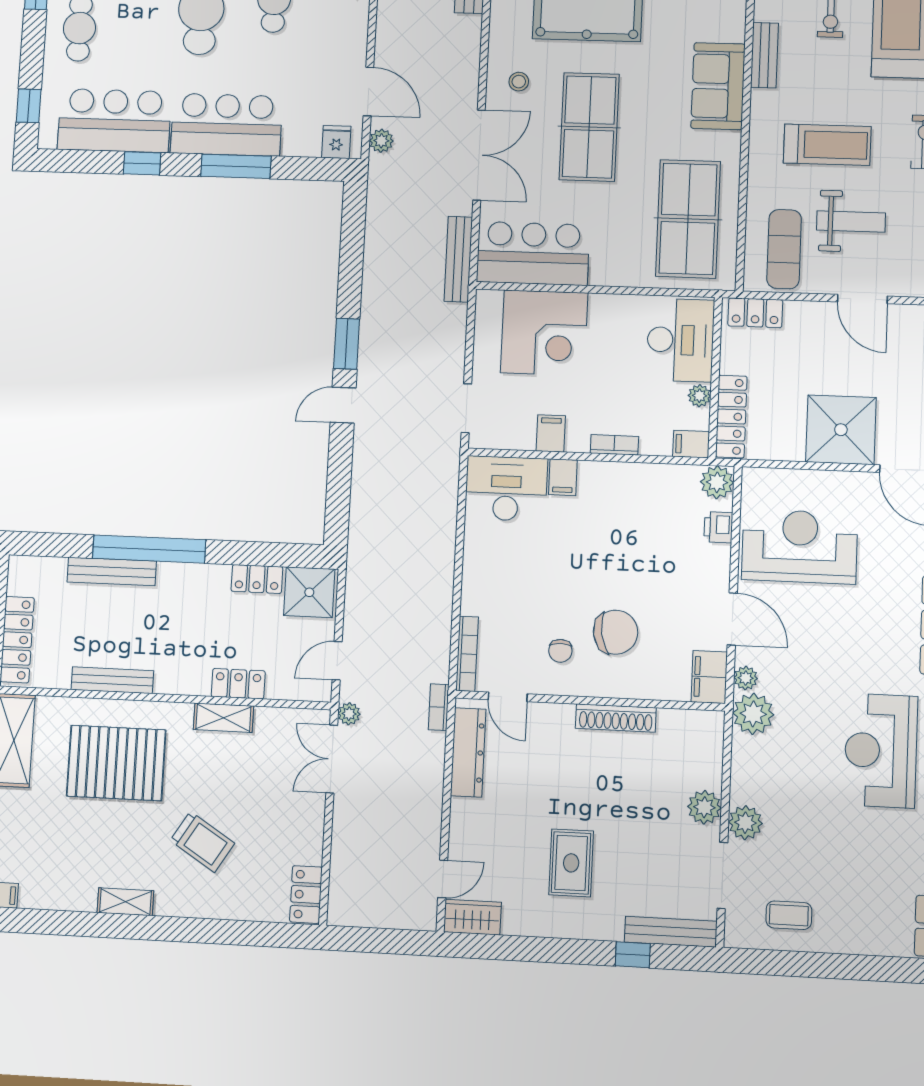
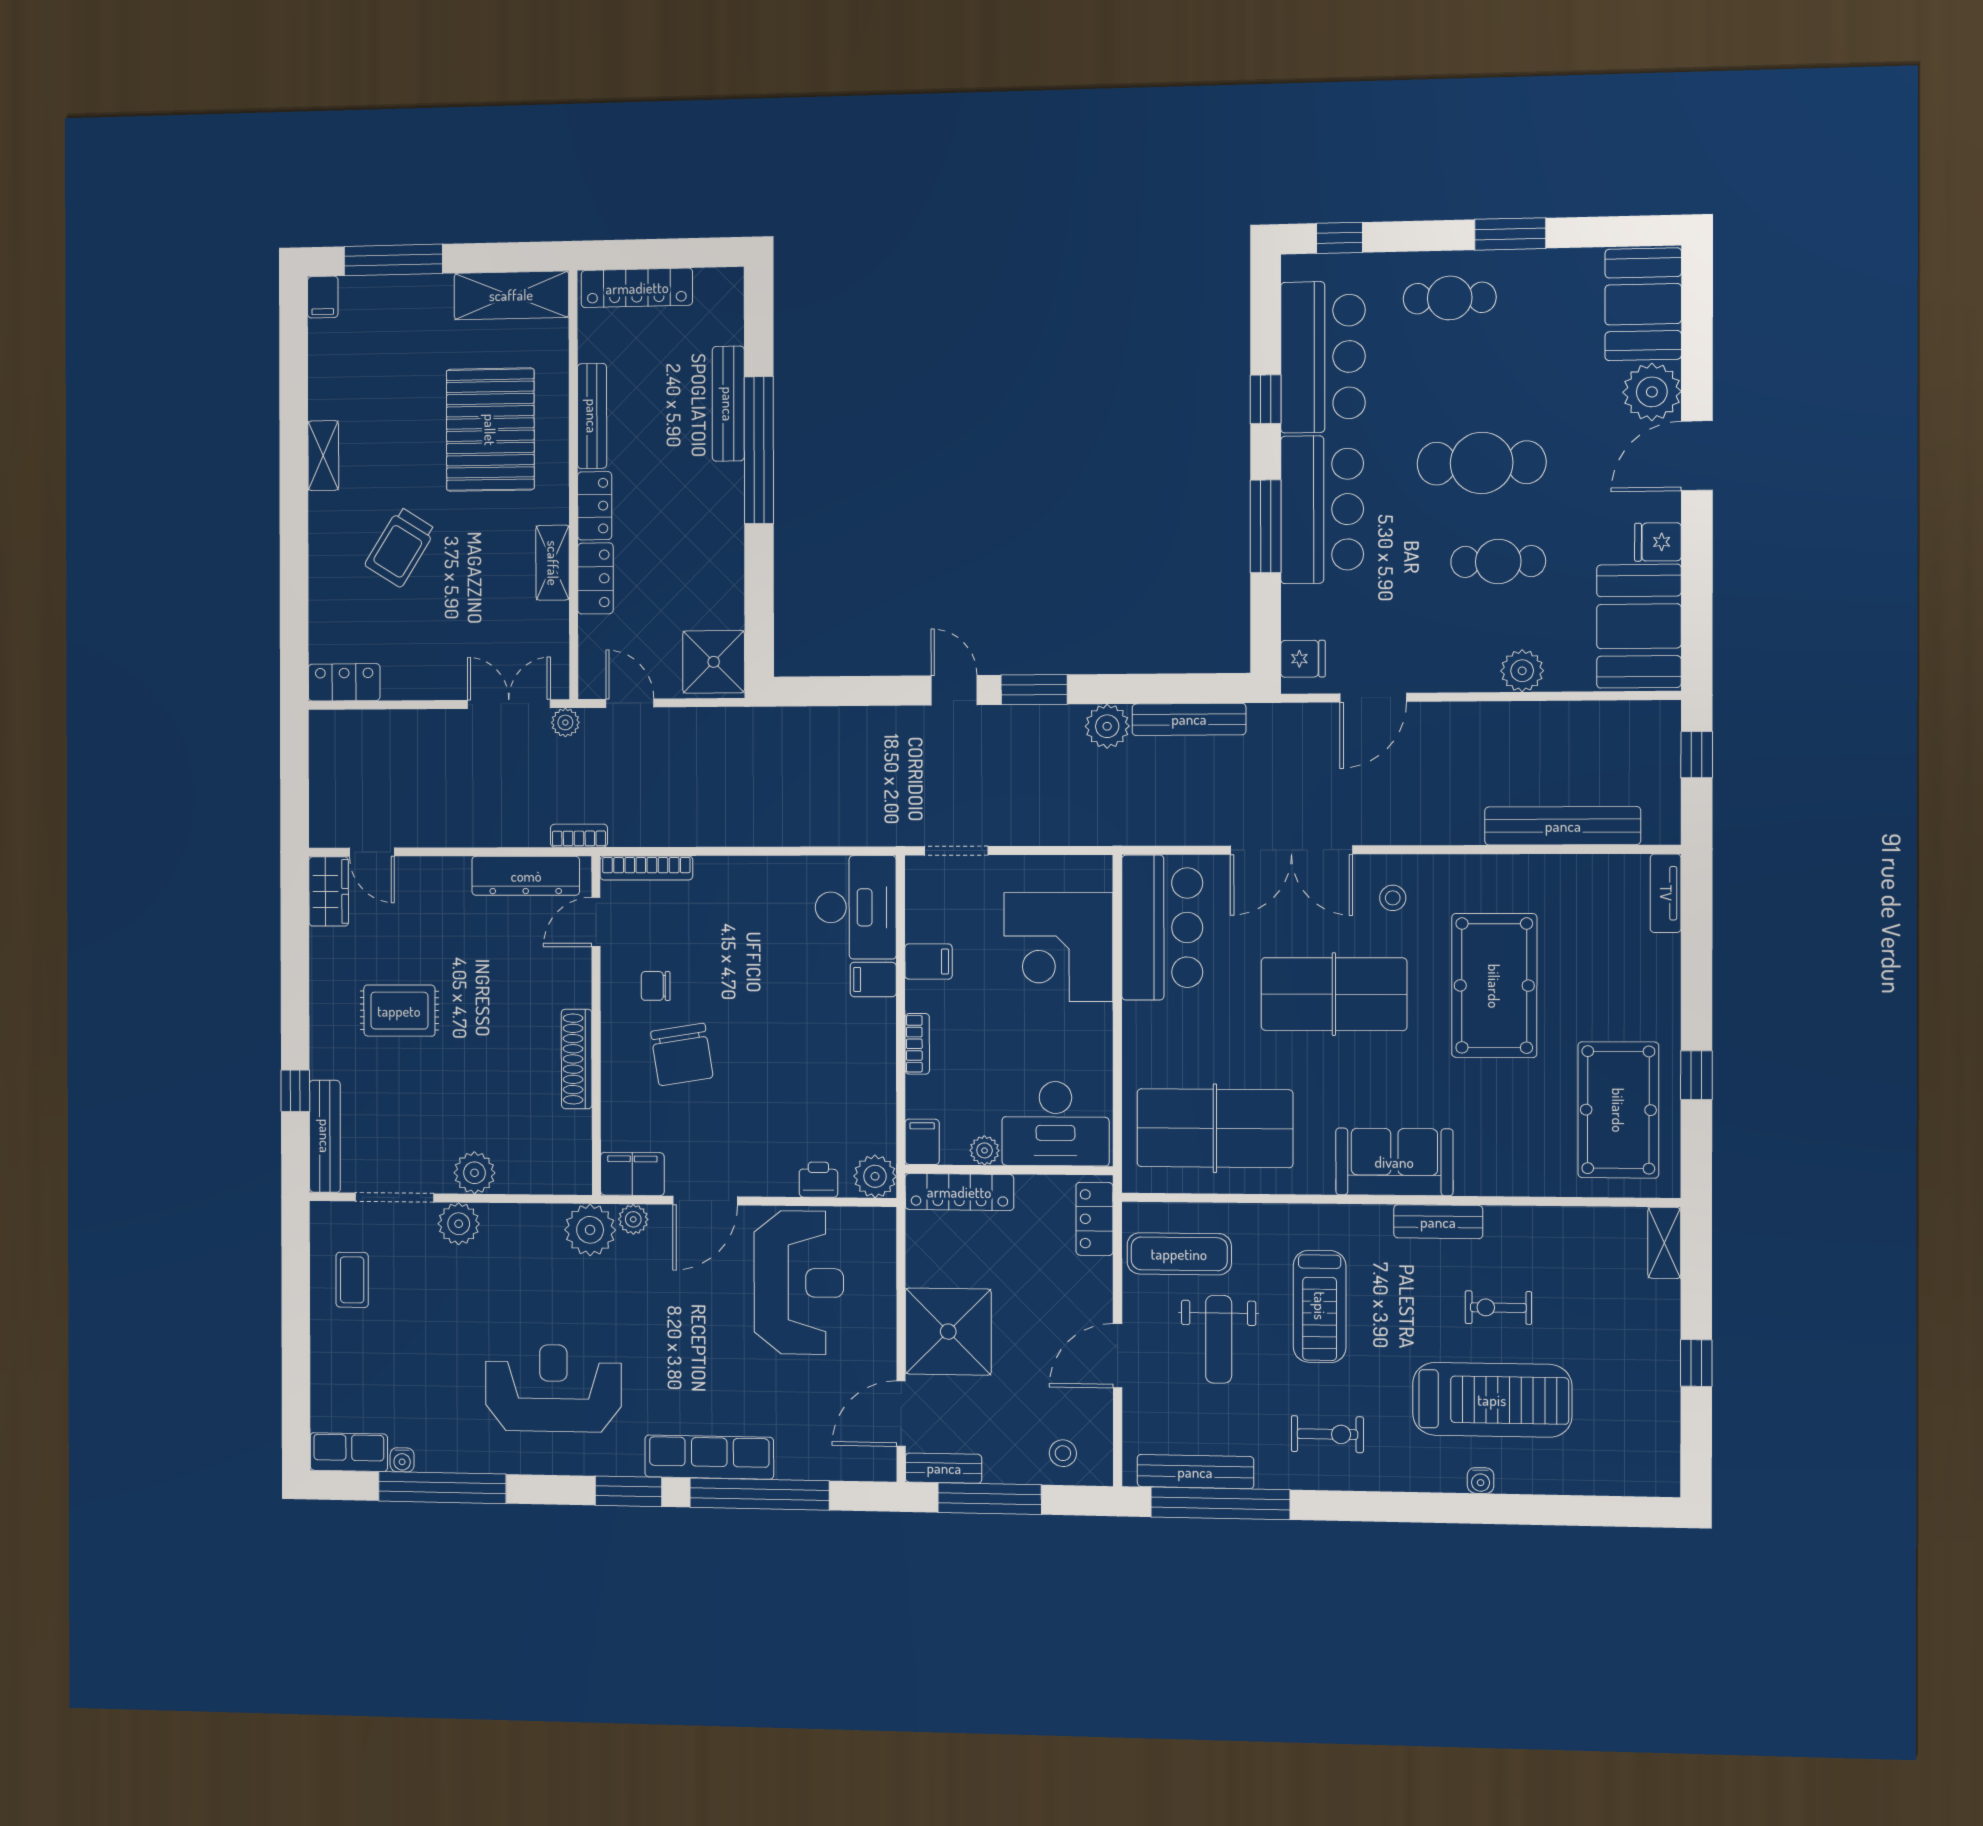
plant: (381, 141) -> (1107, 726), moved, width x1.38, depth x1.38
bench: (458, 259) -> (1189, 719), moved
locker: (257, 579) -> (595, 506), moved, turned 180

